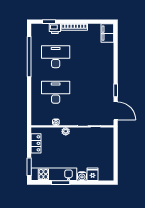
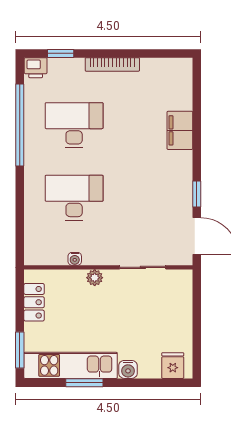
printer: (55, 29) -> (36, 68), moved
filing cabinet: (107, 33) -> (180, 130), moved
fridge: (93, 174) -> (173, 366), moved

